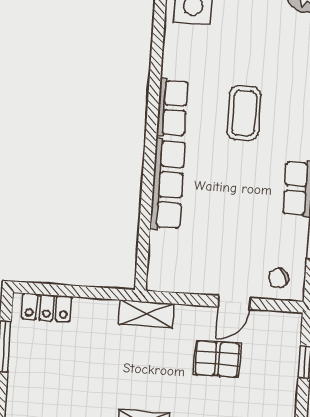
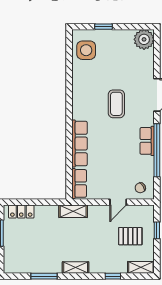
row of seats: (172, 108) -> (79, 183), moved
pallet: (217, 359) -> (130, 236), moved

